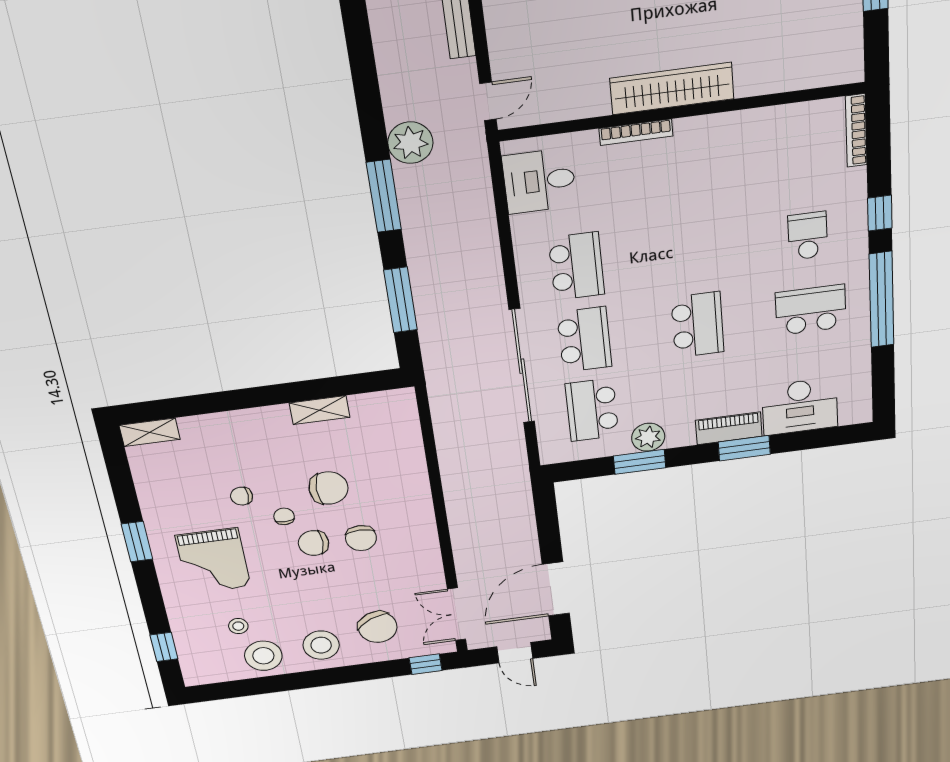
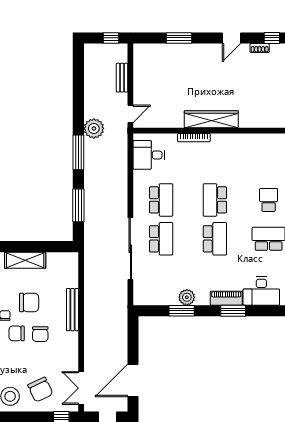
shelving: (320, 410) -> (25, 260), width x1.50, depth x1.33
school desk: (592, 410) -> (215, 200), moved
bench: (419, 489) -> (72, 310), added

